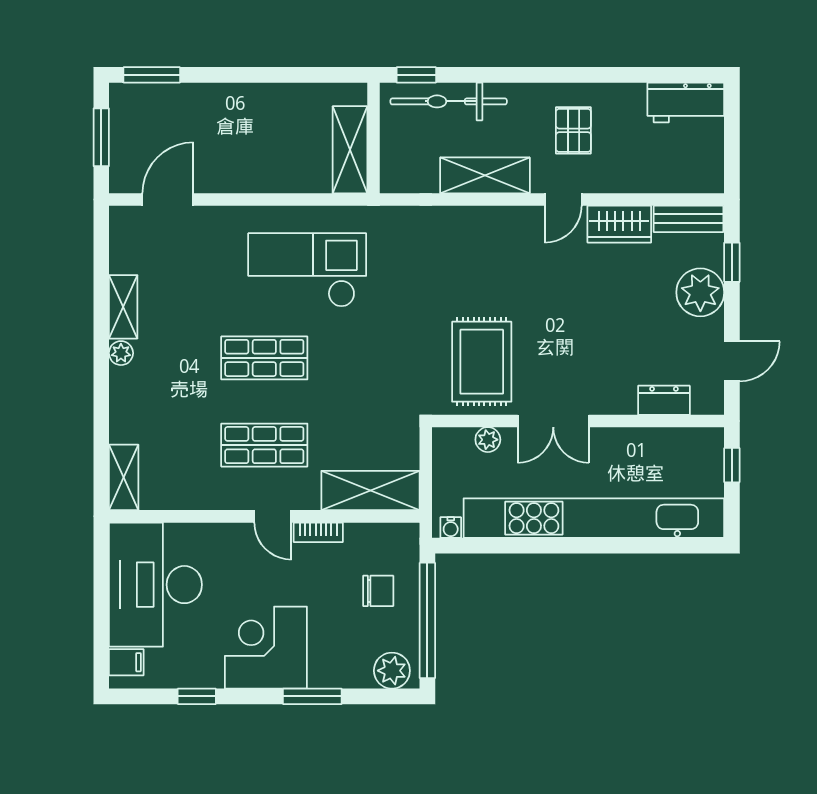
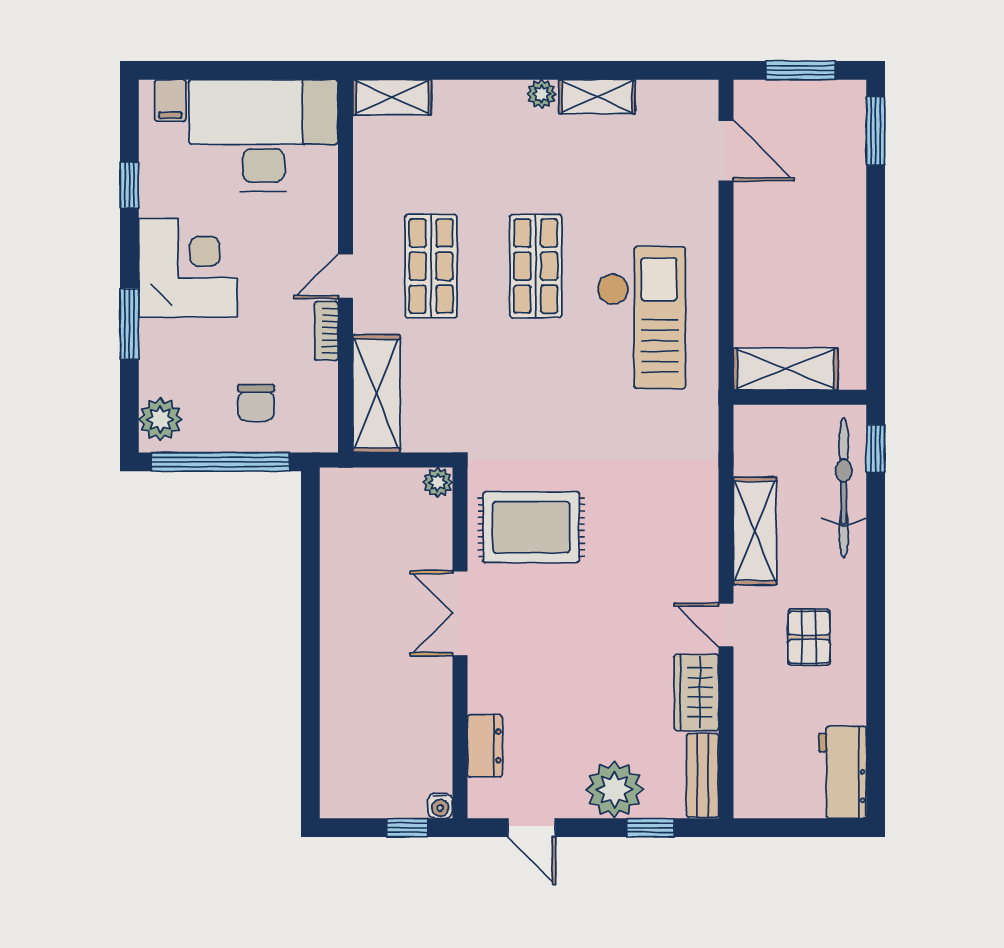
pallet: (573, 130) -> (809, 637), turned 90
plant: (488, 440) -> (438, 482), moved
kitchen unit: (594, 518) -> (343, 662), removed
water cooler: (451, 528) -> (440, 806), moved, turned -90

